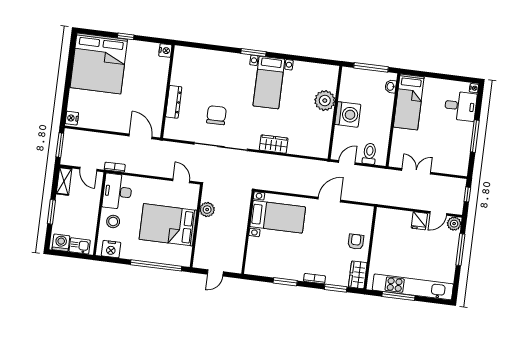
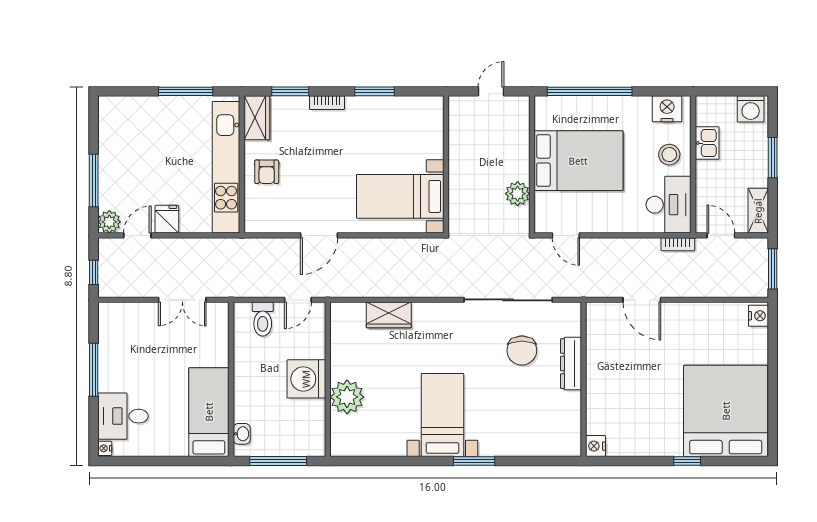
nightstand: (165, 51) -> (595, 446), moved
wall: (167, 91) -> (584, 379), moved
dresser: (174, 102) -> (571, 364), moved
wardrobe: (274, 144) -> (389, 315), moved
kitchen sink: (80, 246) -> (707, 143), moved, turned -90
kitchen unit: (413, 287) -> (226, 167), moved, turned 90

